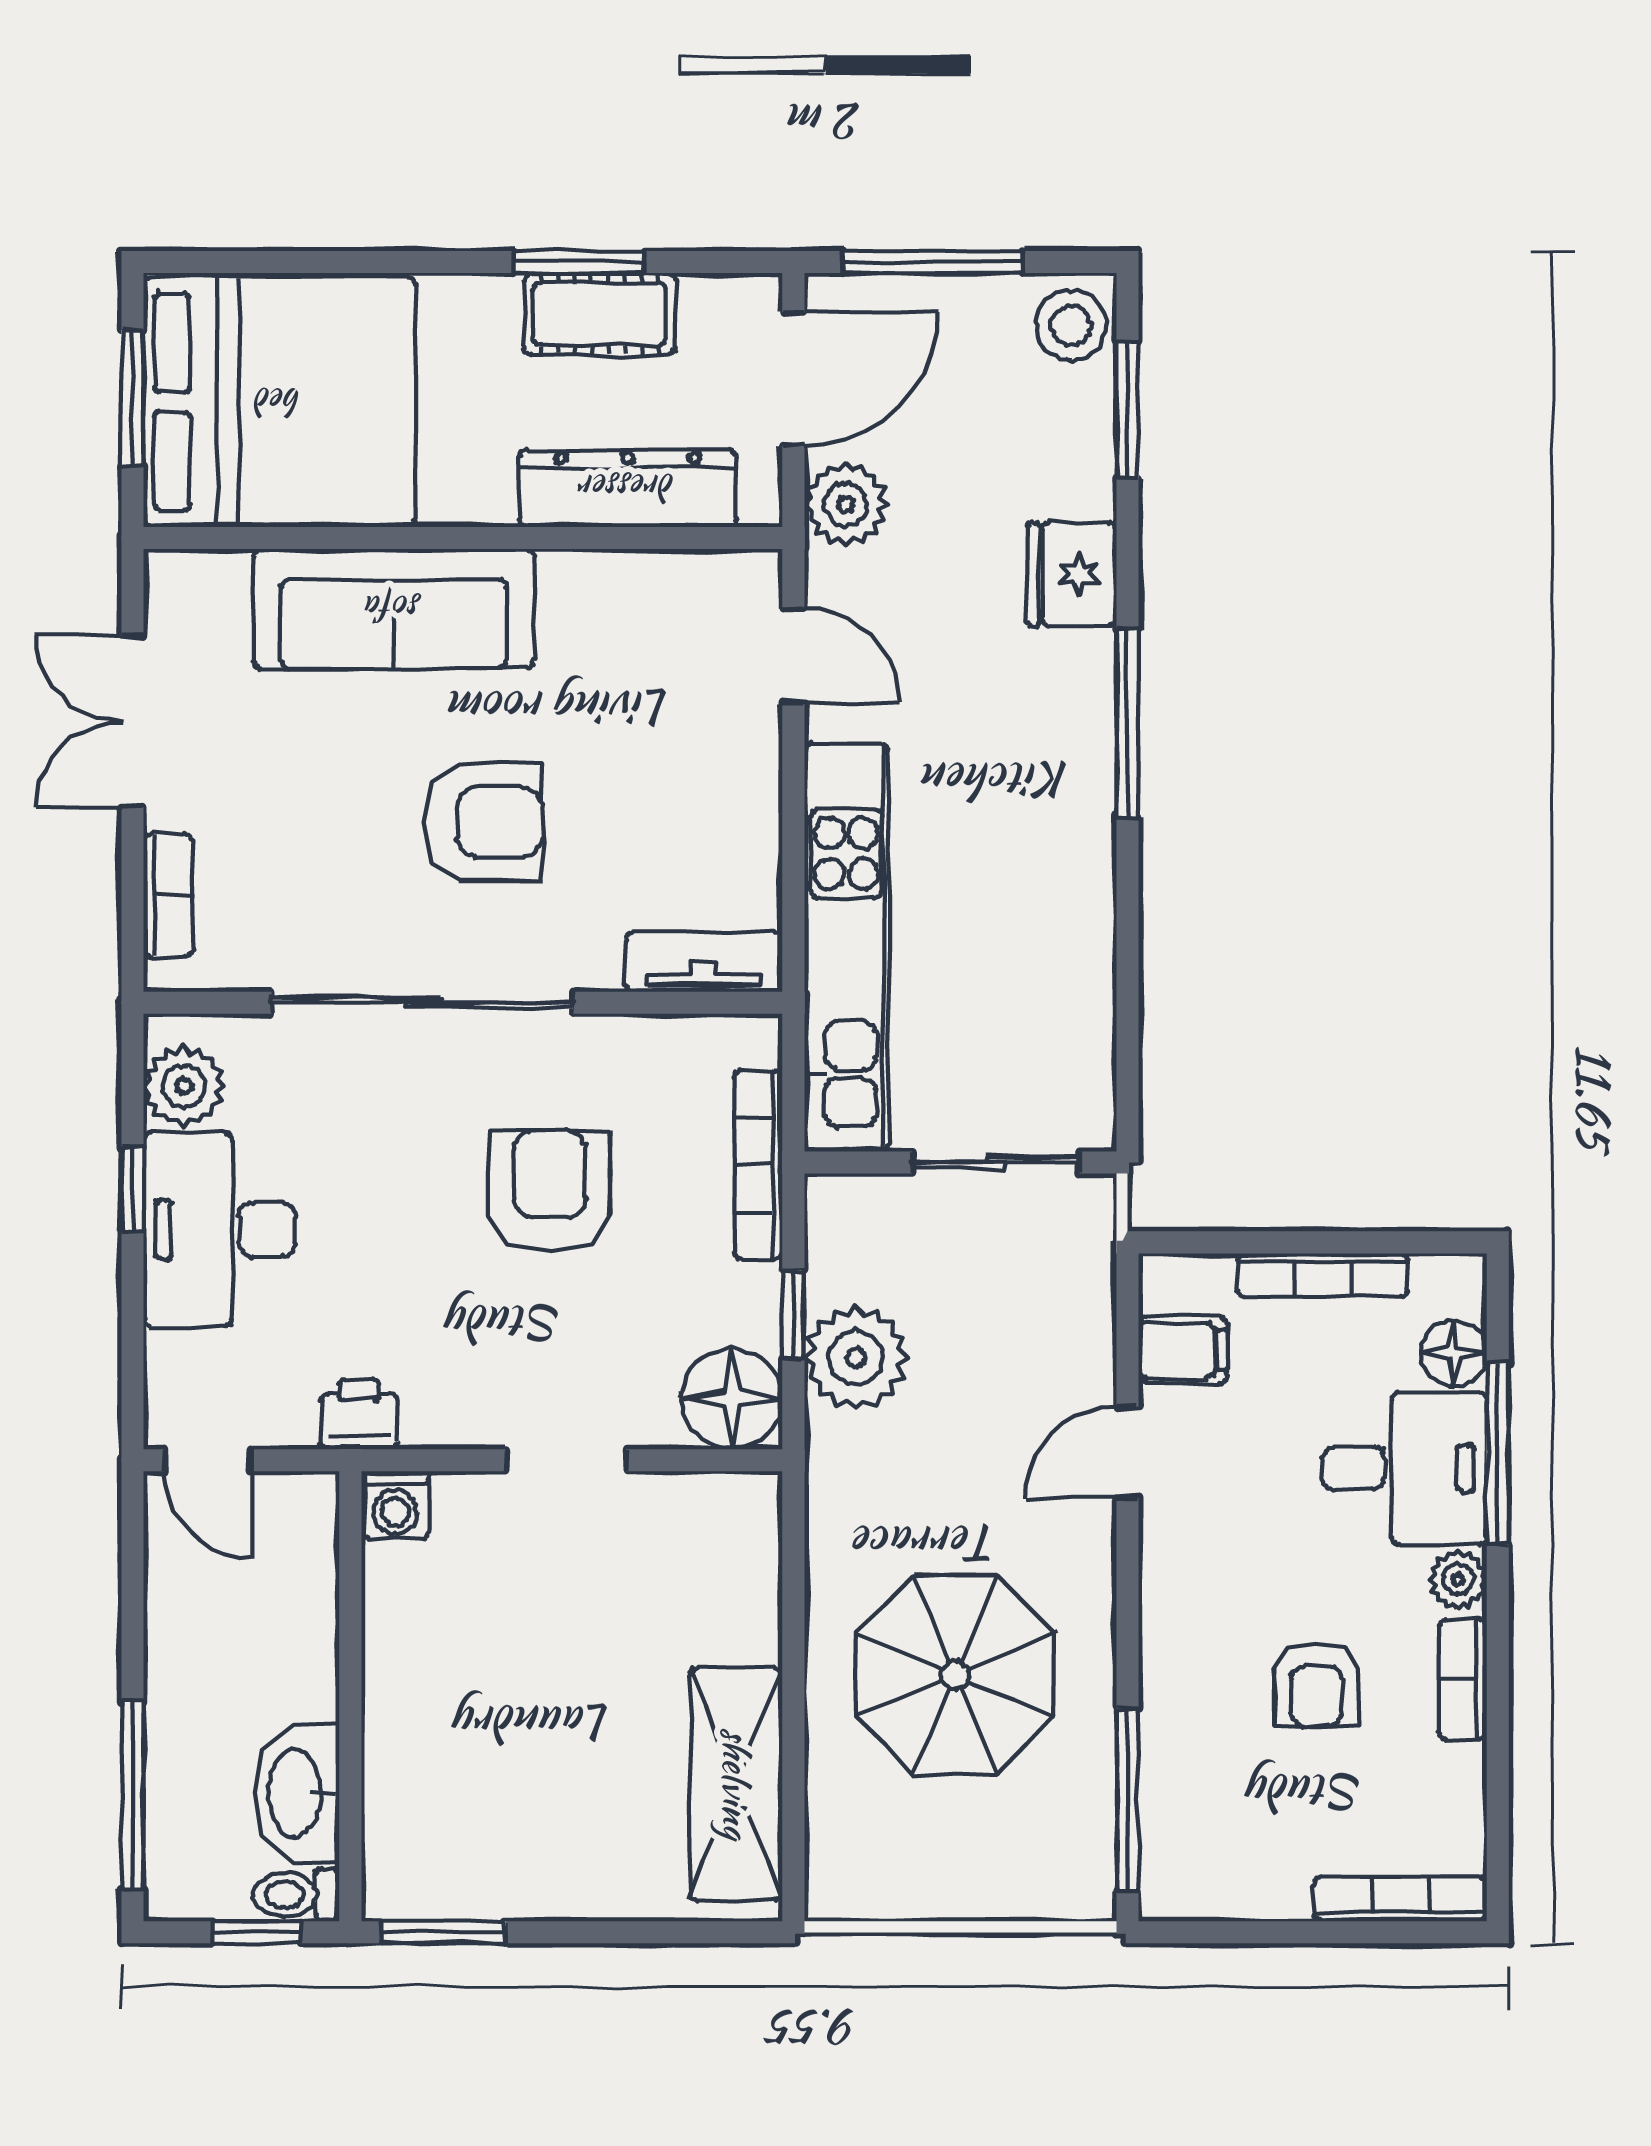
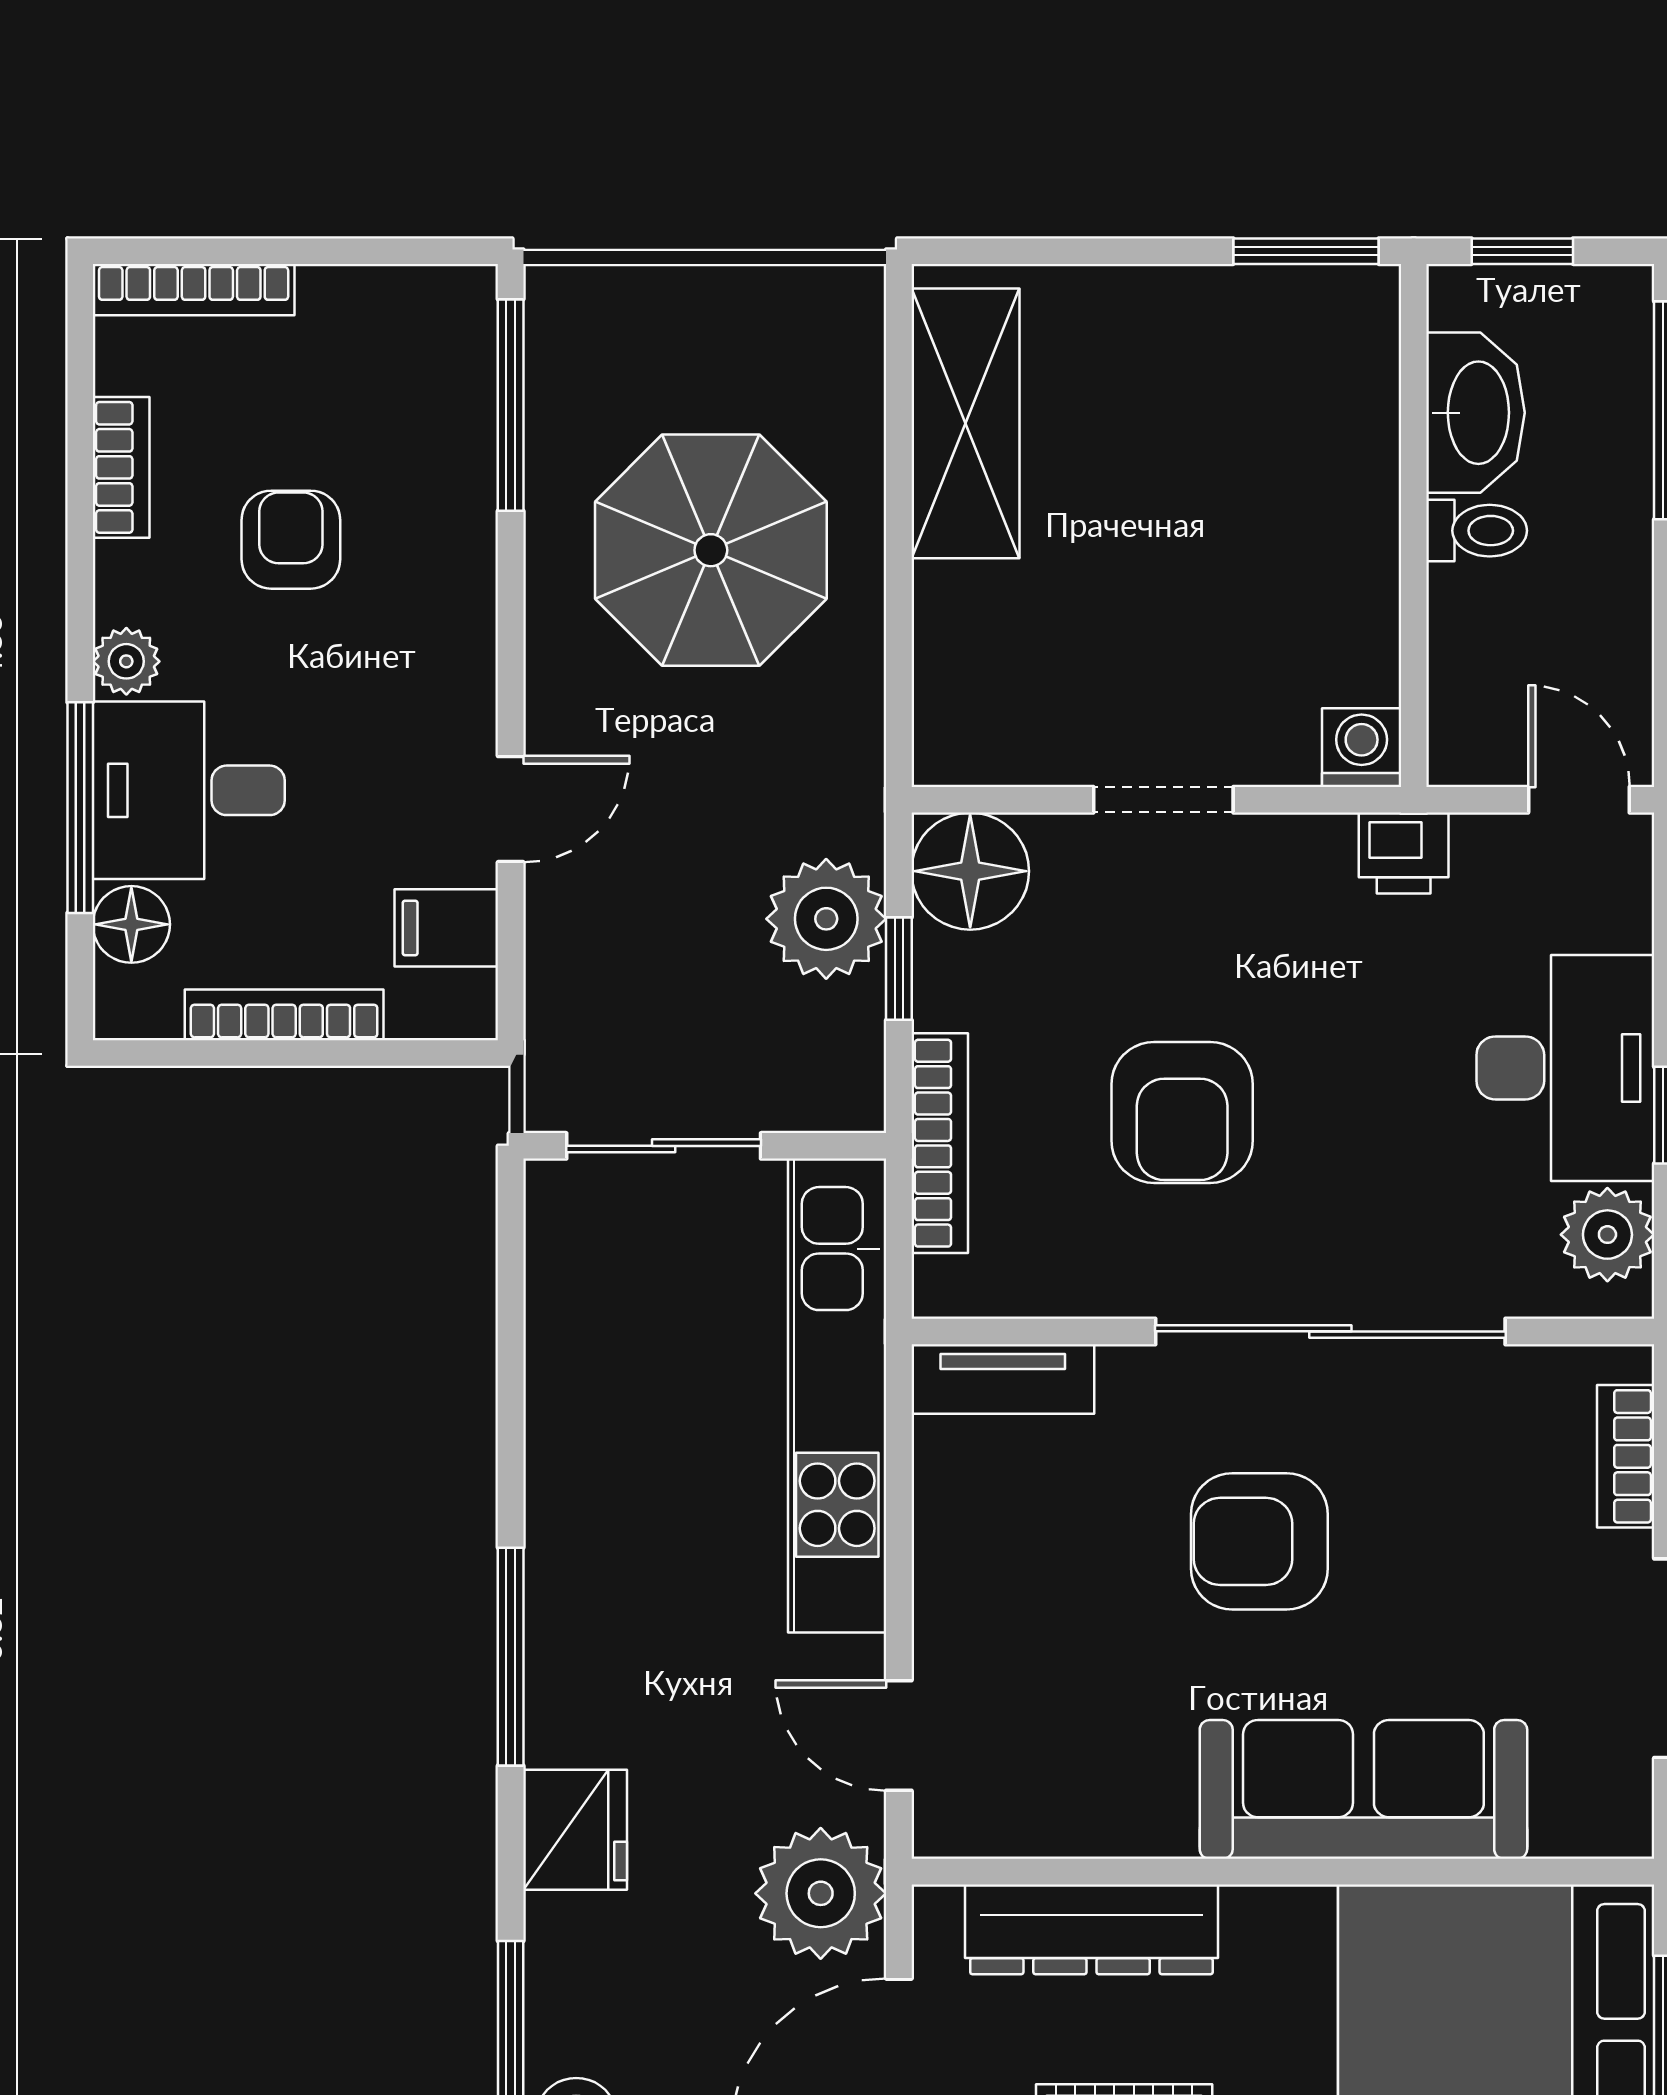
plant: (846, 504) -> (821, 1893), width x1.36, depth x1.36
bookcase: (1463, 1680) -> (121, 467), moved
toilet: (296, 1895) -> (1477, 531), moved

